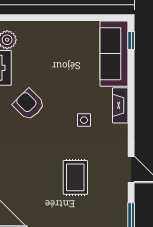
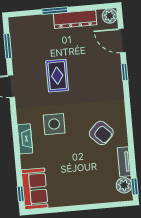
sofa: (114, 54) -> (35, 189), width x0.73
side table: (84, 120) -> (54, 124), width x1.87, depth x1.87

